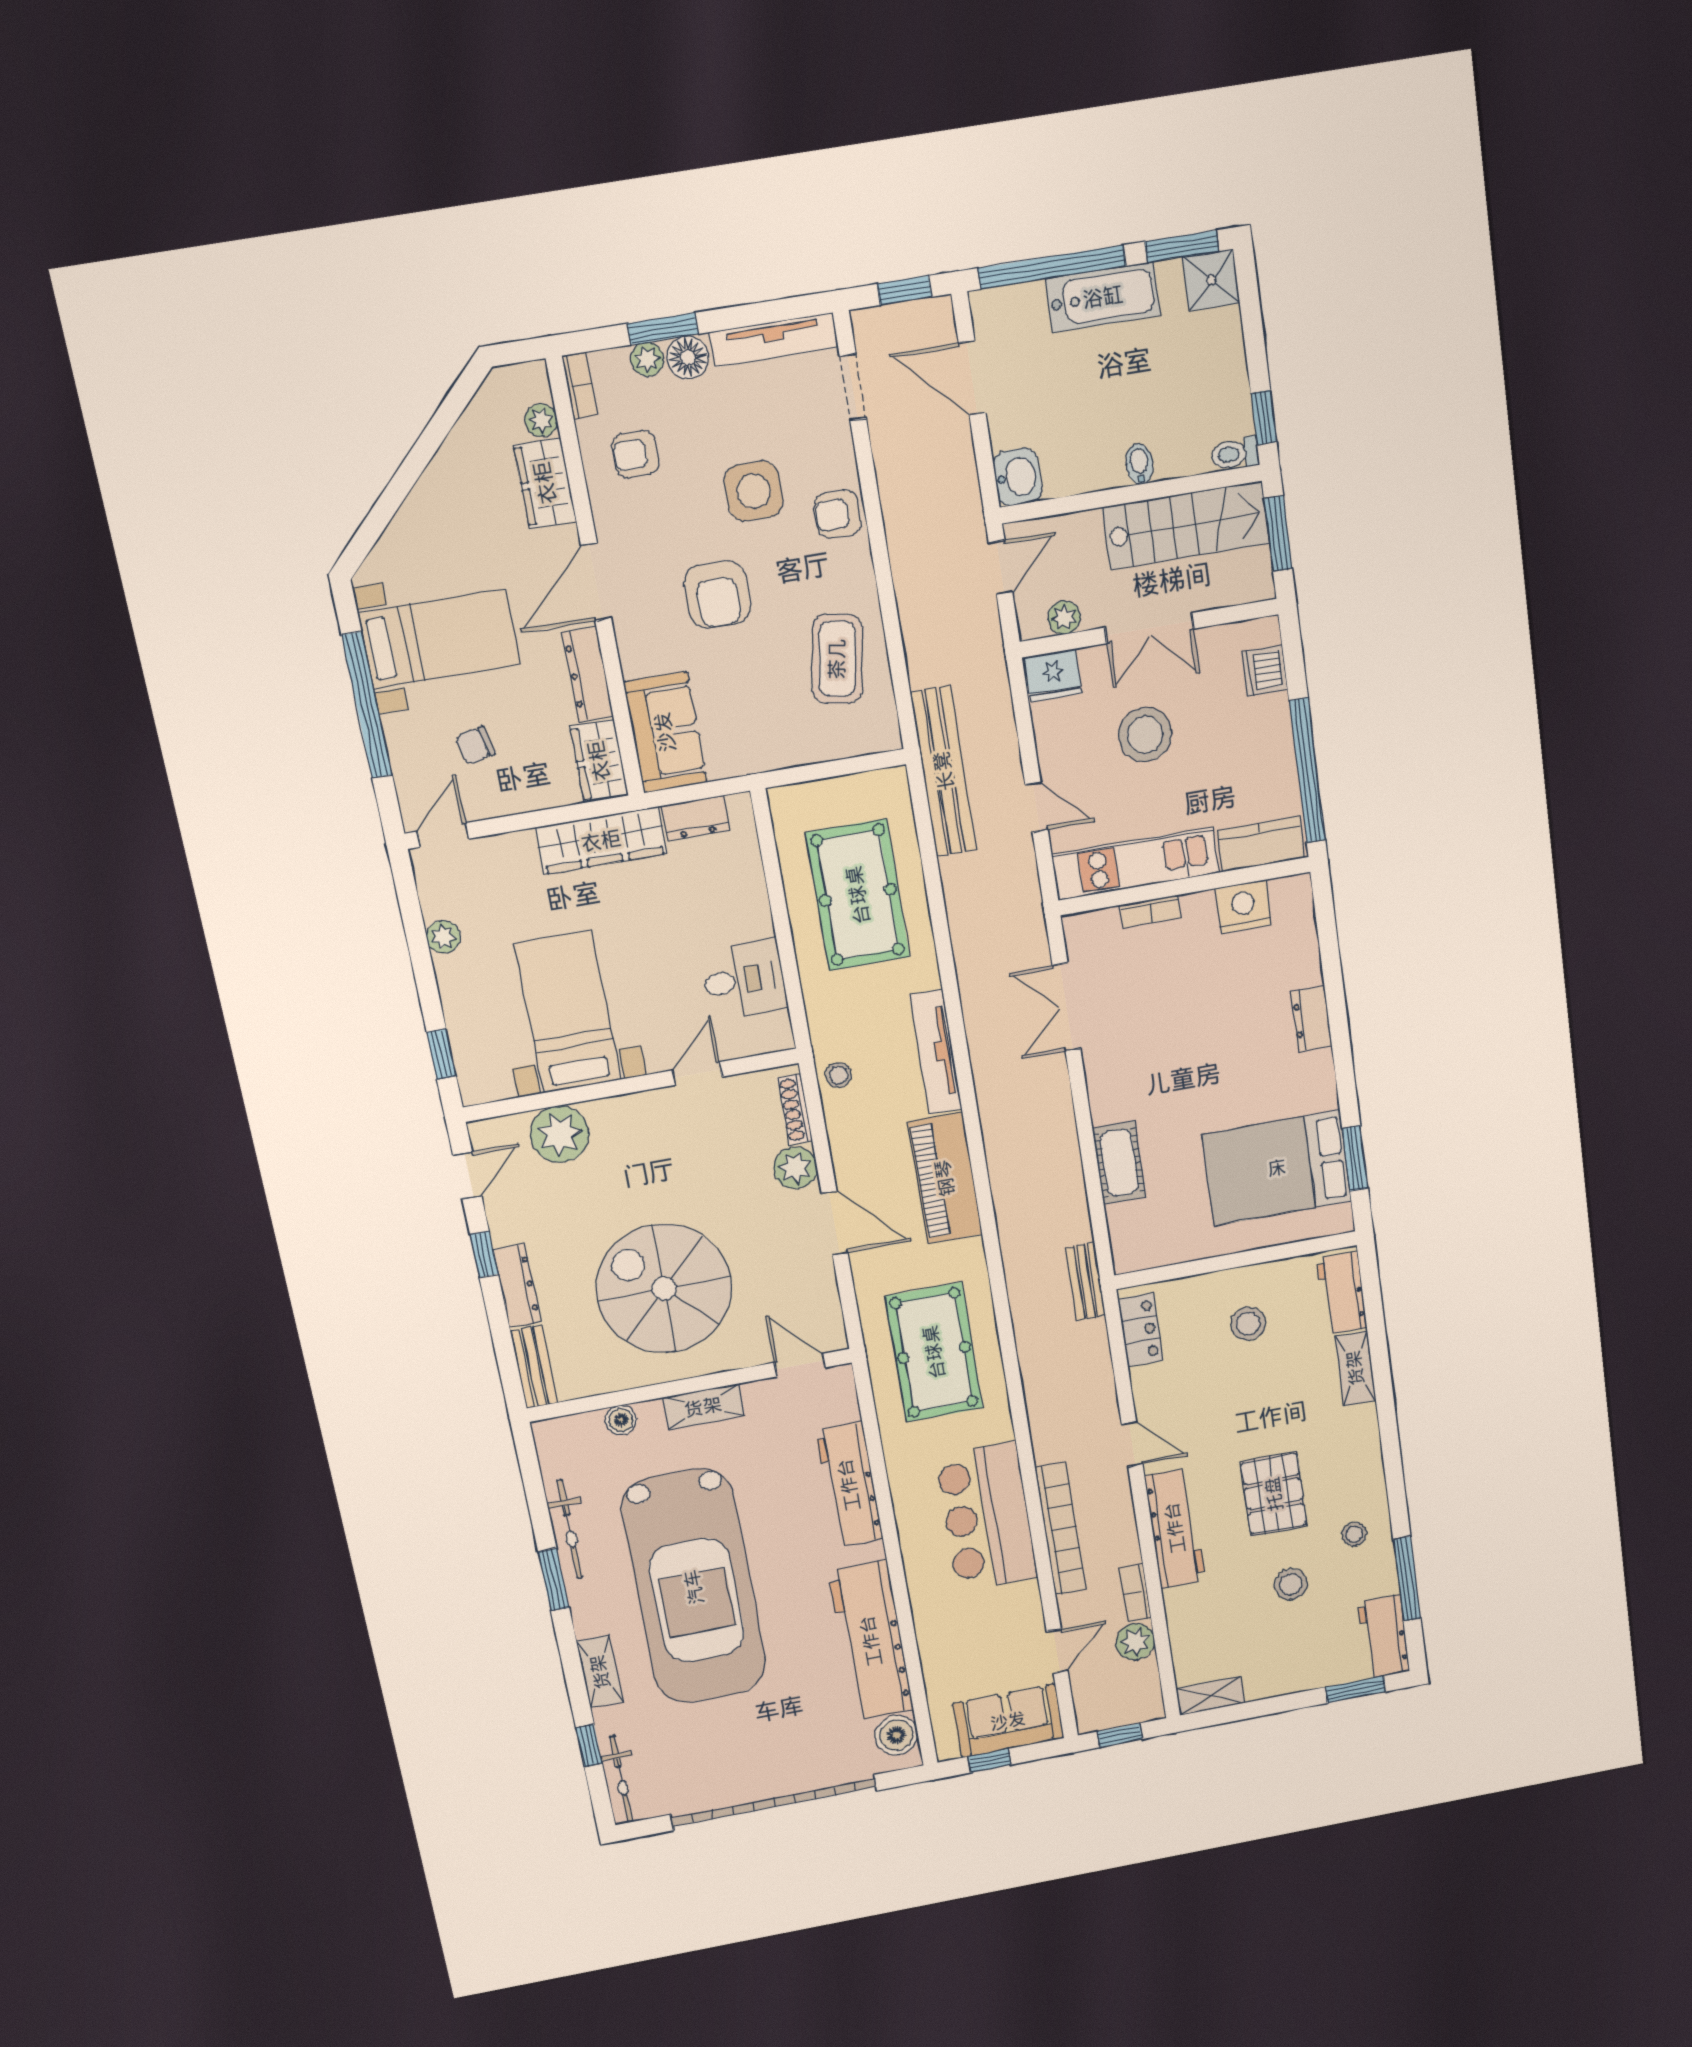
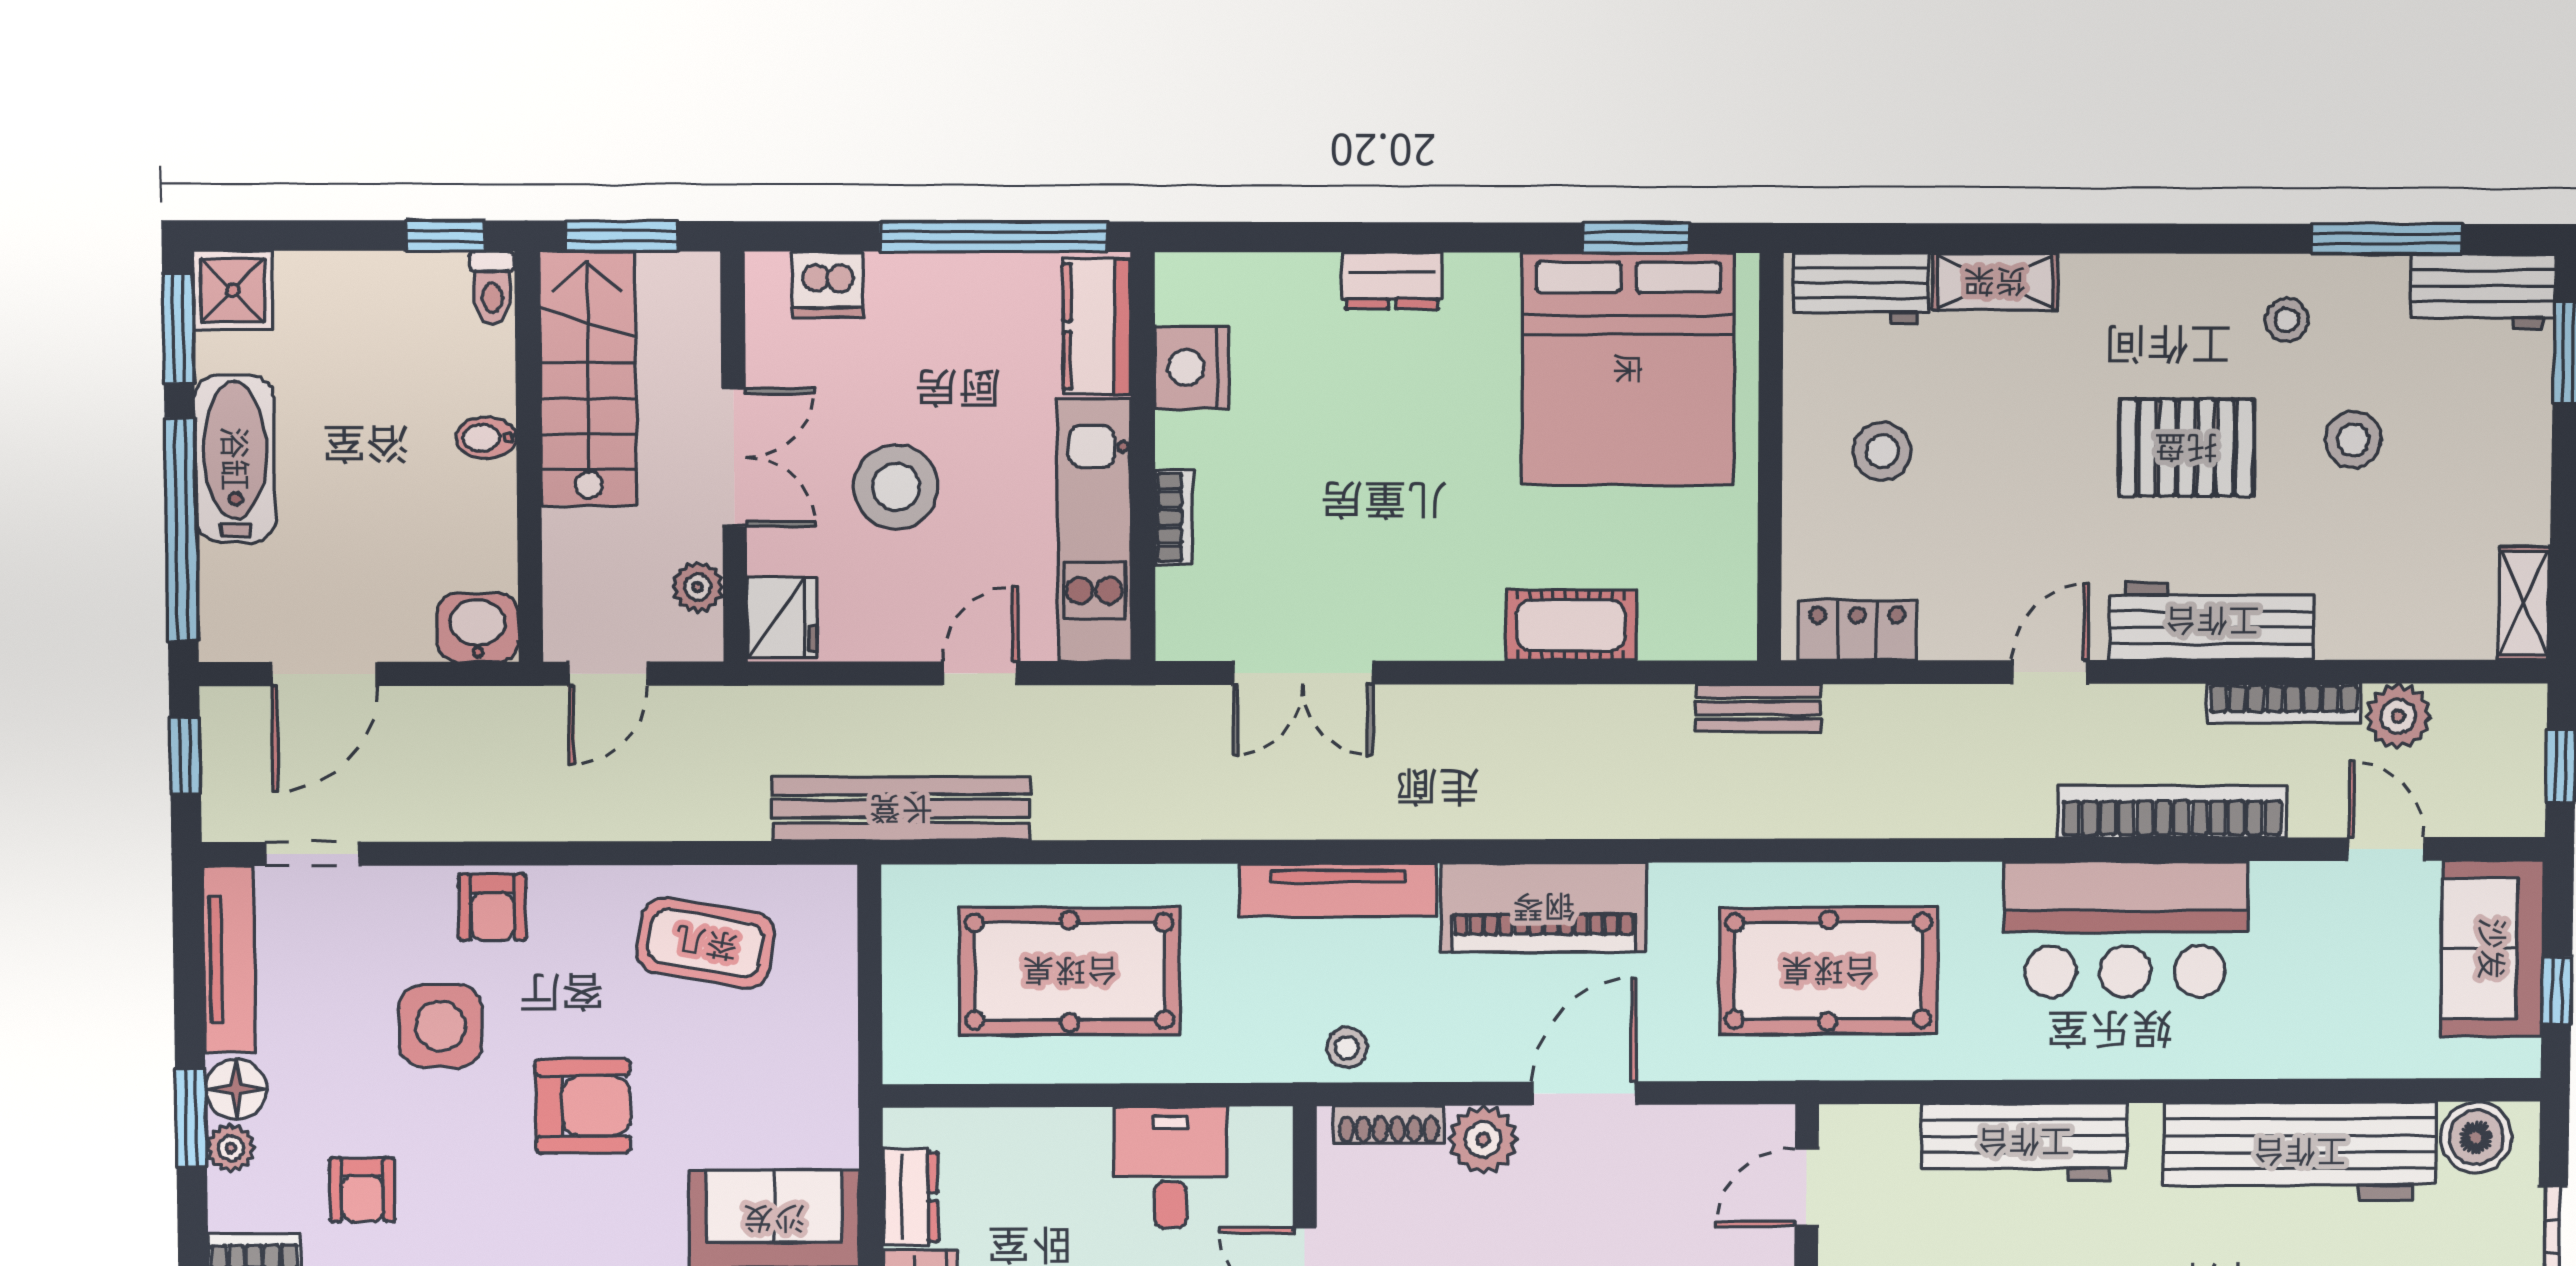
door: (1001, 568) -> (608, 674), swing flipped
bed: (1277, 1168) -> (1628, 369), width x1.36
bookcase: (1136, 1593) -> (2284, 704), width x1.56

